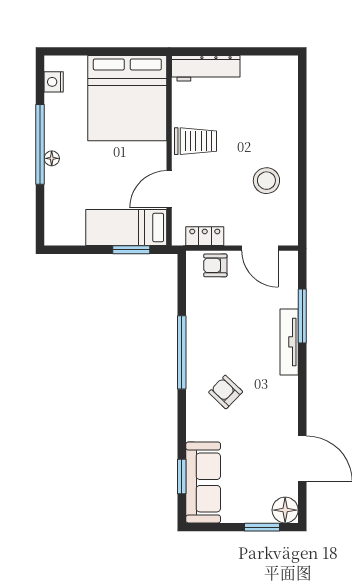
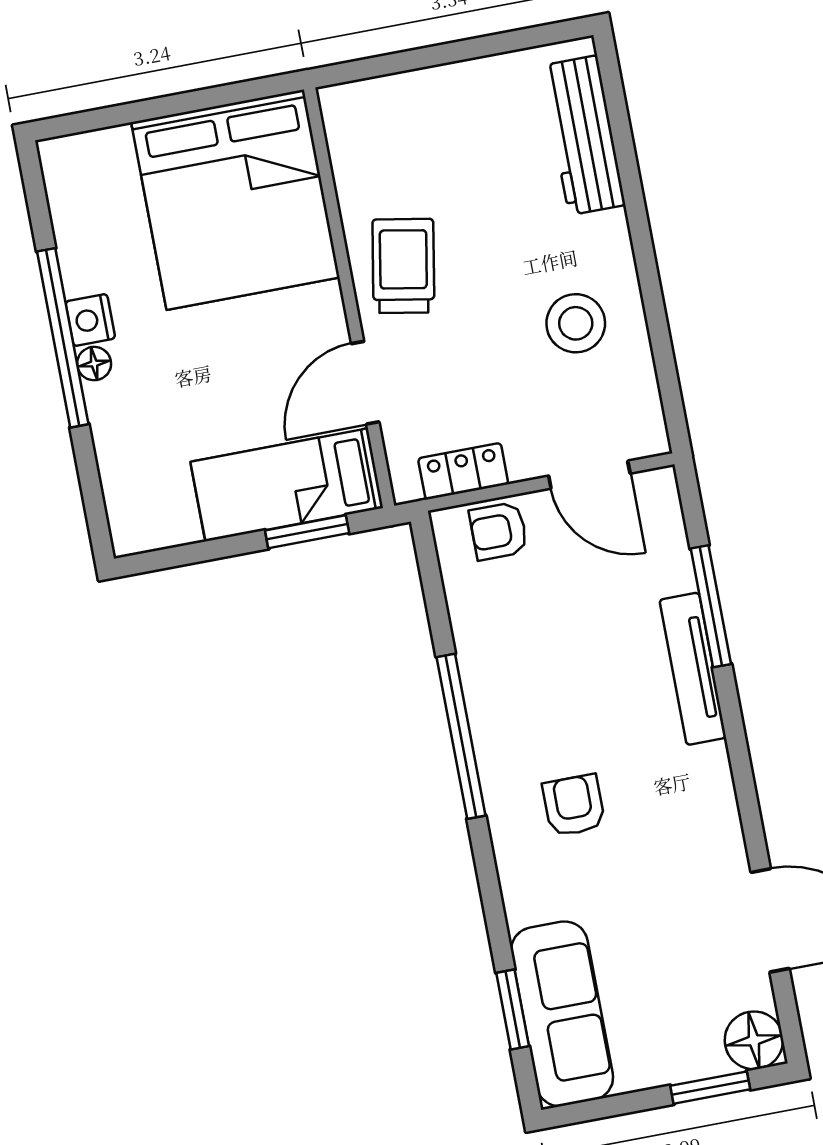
workbench: (206, 68) -> (583, 135), moved, turned 90
nightstand: (54, 82) -> (90, 320), moved
trolley: (196, 141) -> (403, 266), turned -80
armchair: (226, 392) -> (574, 805), turned 46

